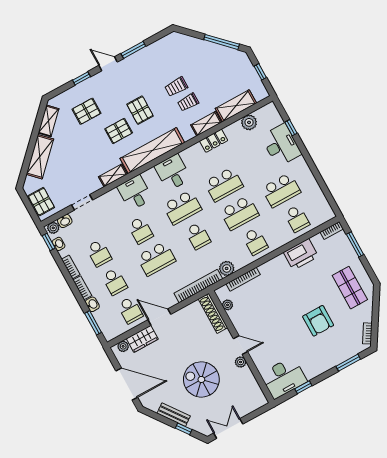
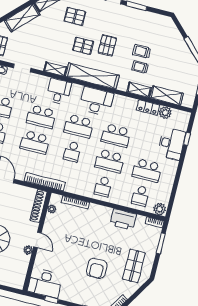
locker: (214, 141) -> (148, 108), moved
desk: (173, 173) -> (96, 101), width x1.37
school desk: (140, 230) -> (41, 117), width x1.85
plant: (227, 268) -> (160, 209), moved

